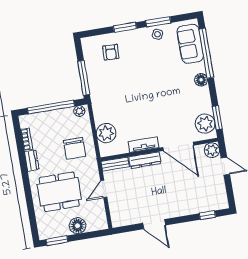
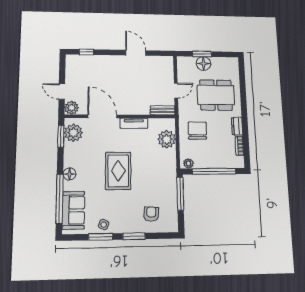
rug: (152, 91) -> (118, 171), added
dresser: (145, 160) -> (135, 109), removed
window: (57, 241) -> (202, 54), moved

